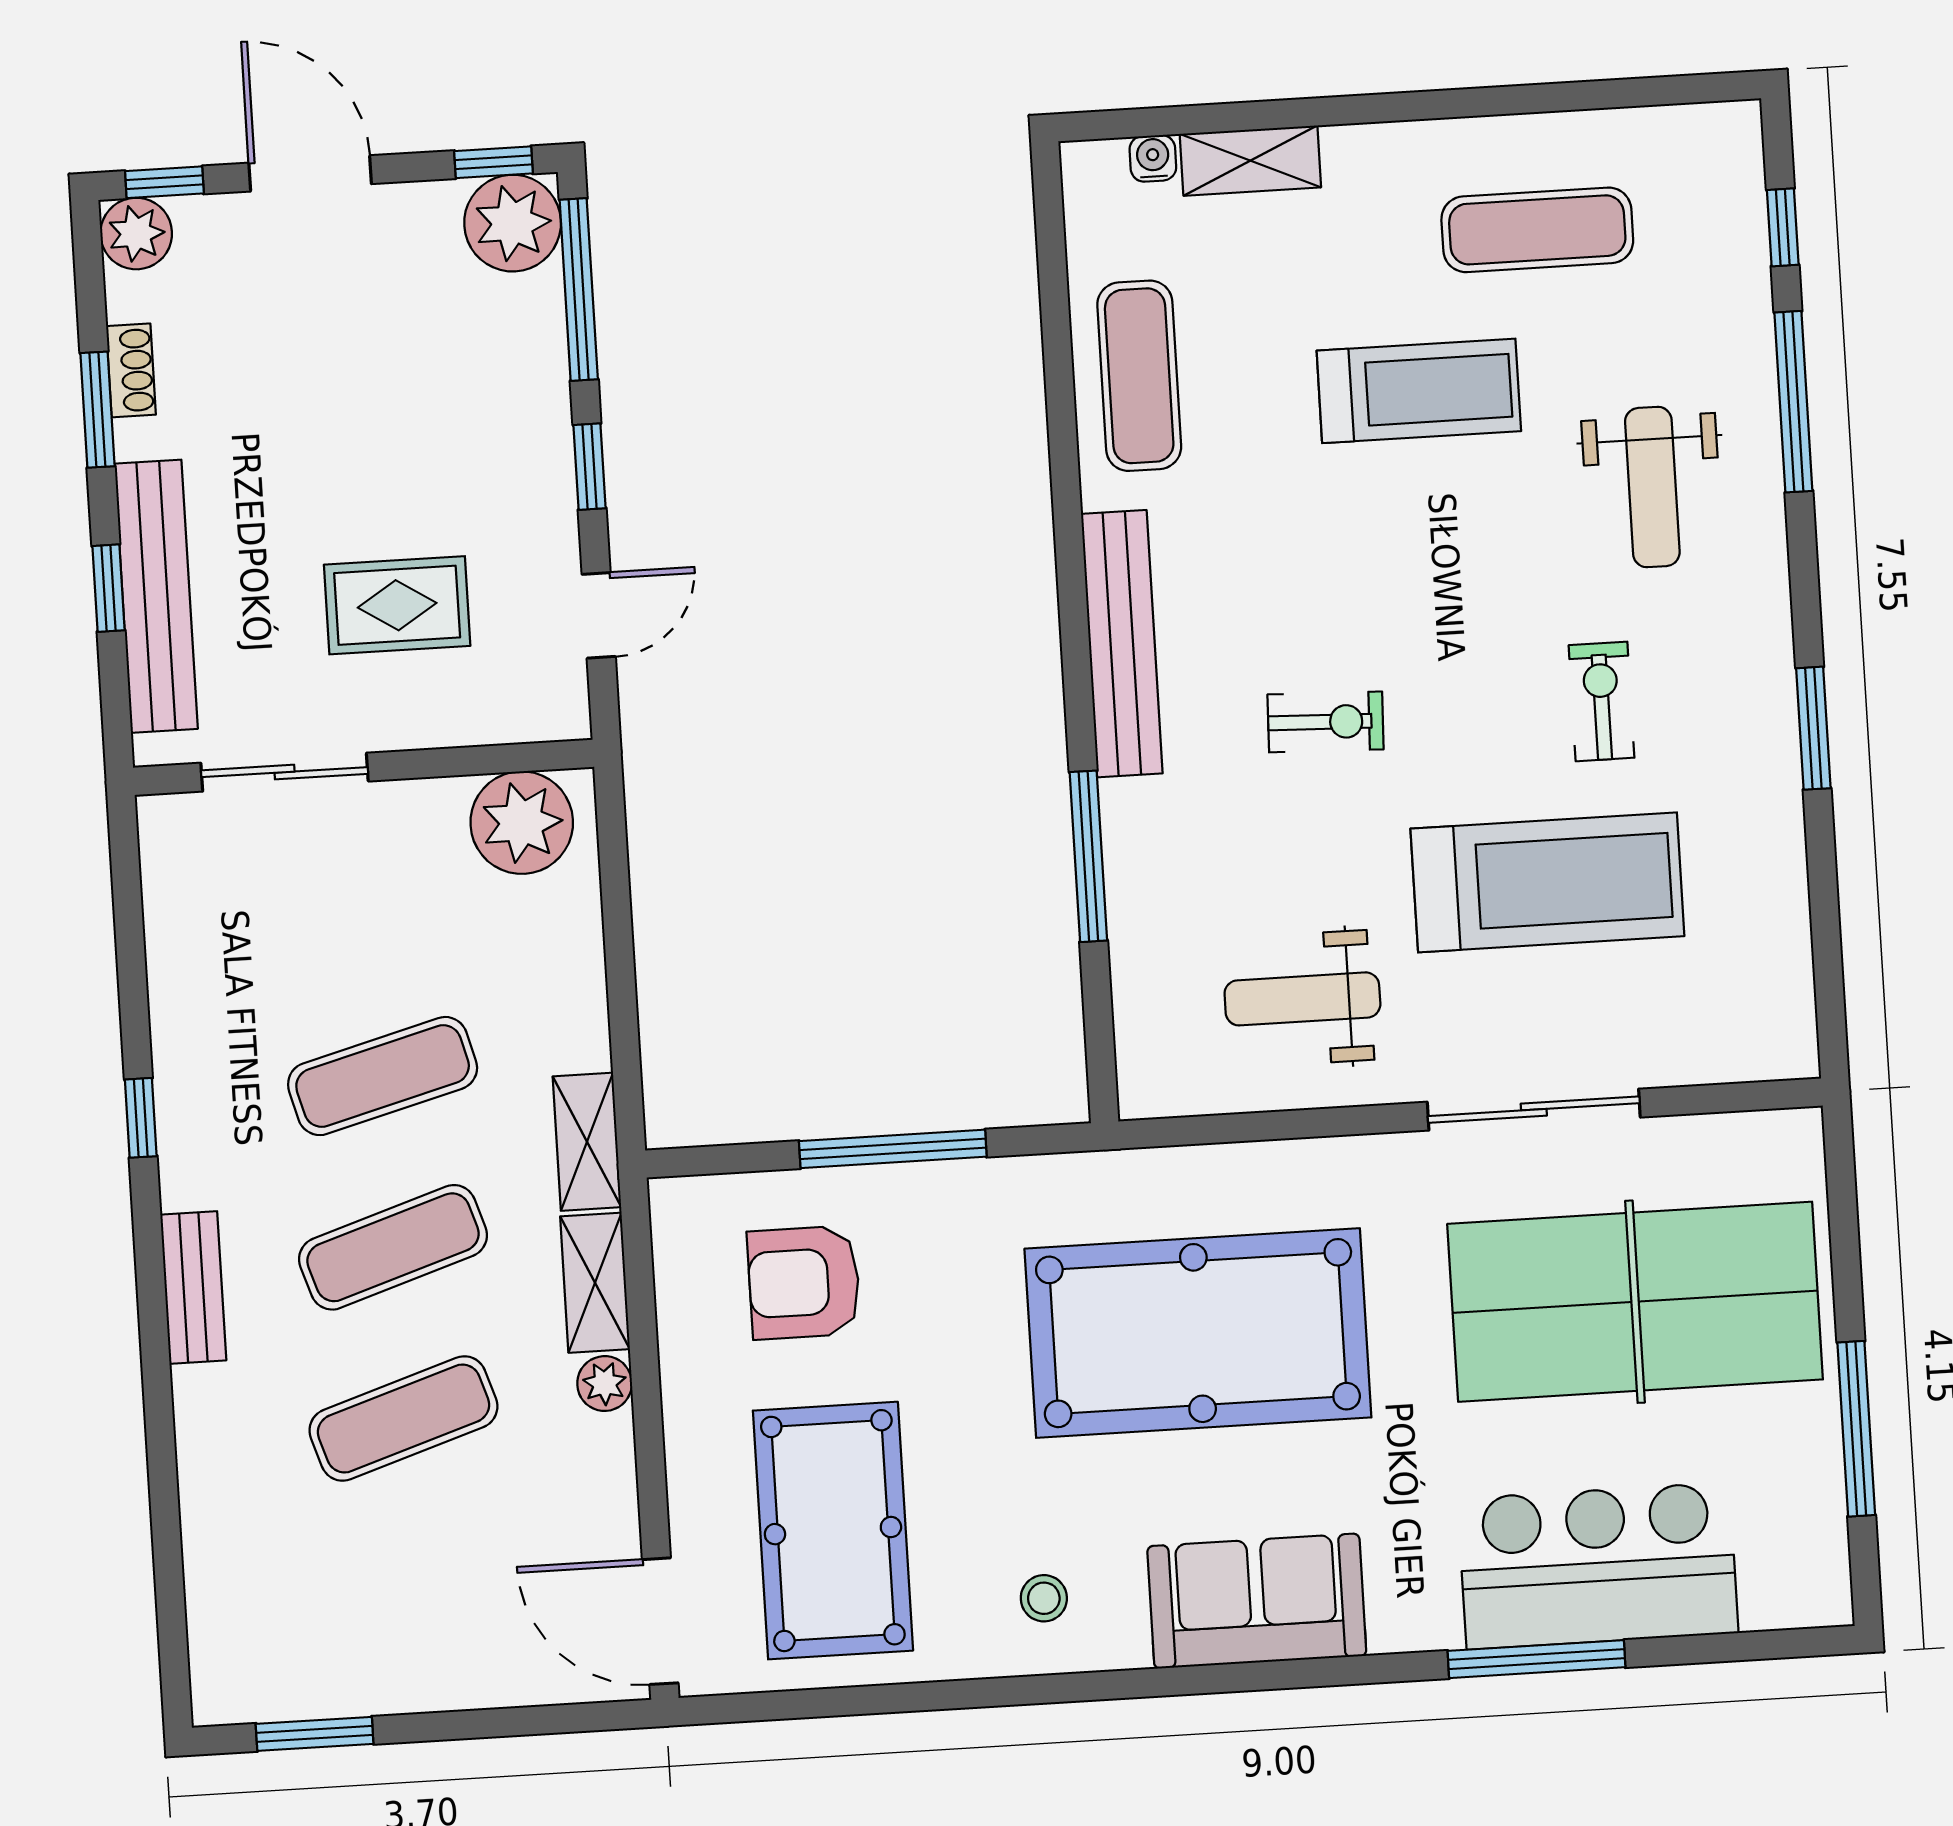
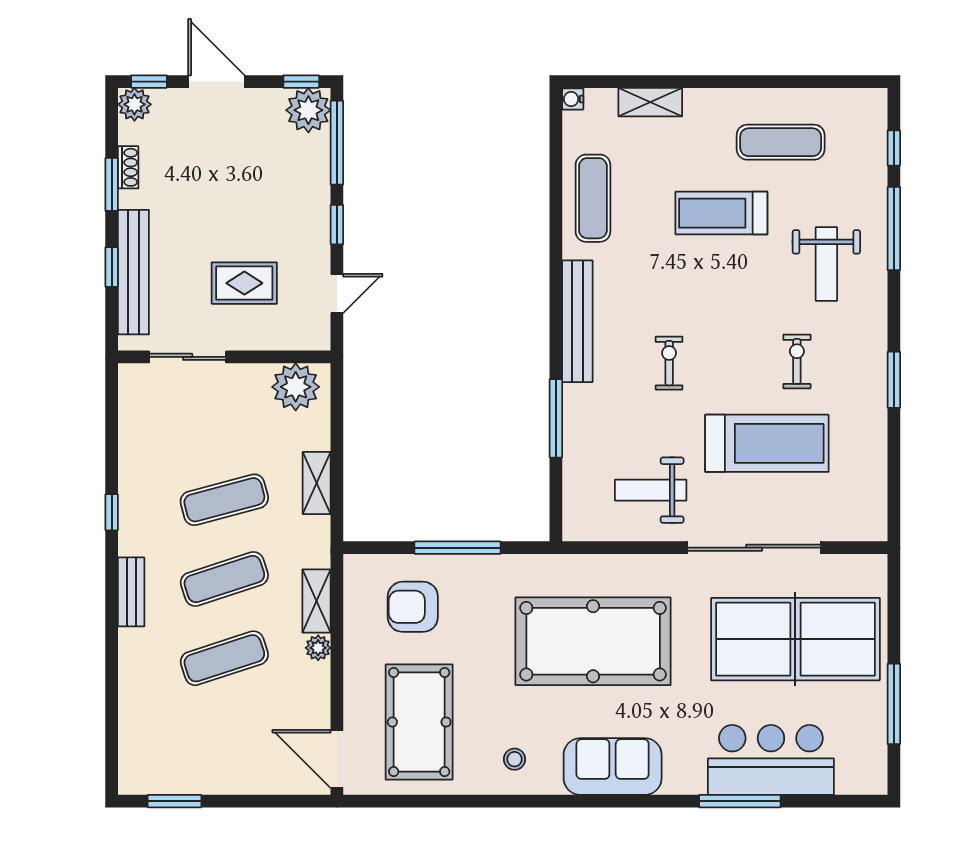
water cooler: (1153, 158) -> (573, 99), moved, turned -90
treadmill: (1419, 391) -> (721, 213), turned 180
exercise bike: (1326, 722) -> (669, 363), turned -92
sliding door: (1534, 1110) -> (754, 548), width x1.36
shelving: (587, 1142) -> (317, 483), moved

